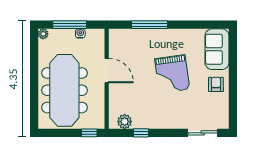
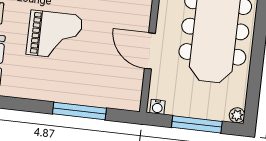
water cooler: (80, 33) -> (157, 107), moved
grand piano: (172, 74) -> (54, 35), turned 98

